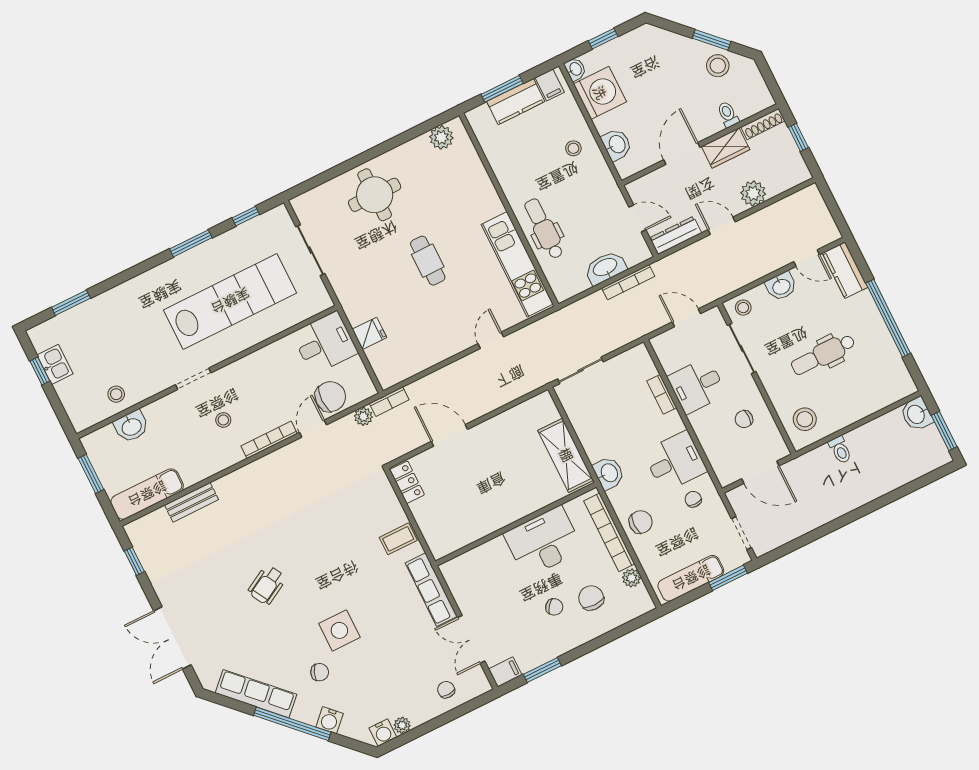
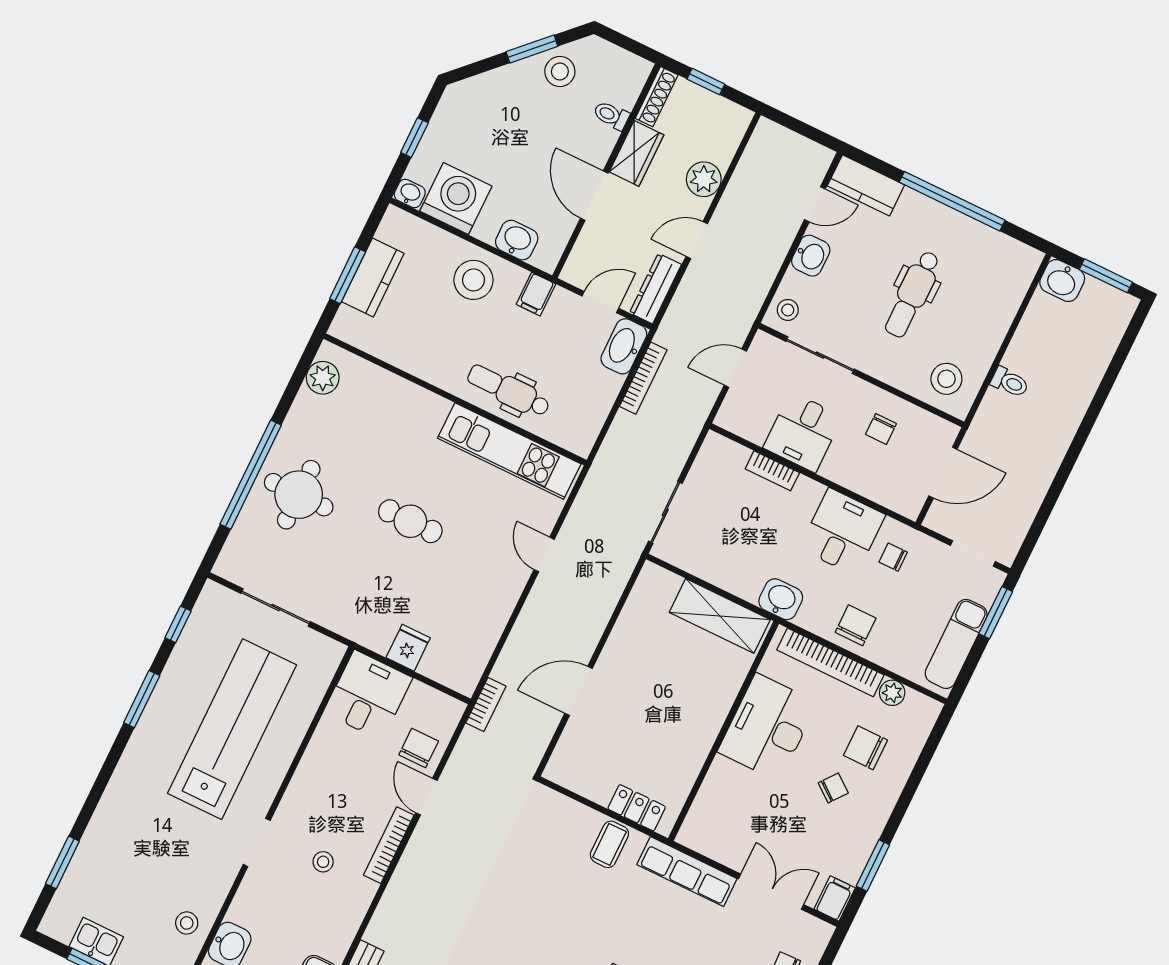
filing cabinet: (550, 85) -> (536, 294), moved, turned 90
stool: (573, 148) -> (473, 280), width x1.89, depth x1.89
window: (356, 161) -> (251, 475), added
washbasin: (605, 268) -> (624, 346), moved
chair: (330, 397) -> (419, 748), width x0.73, depth x0.73
plant: (363, 416) -> (470, 742), removed
locker: (407, 482) -> (637, 808), moved
double door: (471, 639) -> (771, 892), swing flipped

